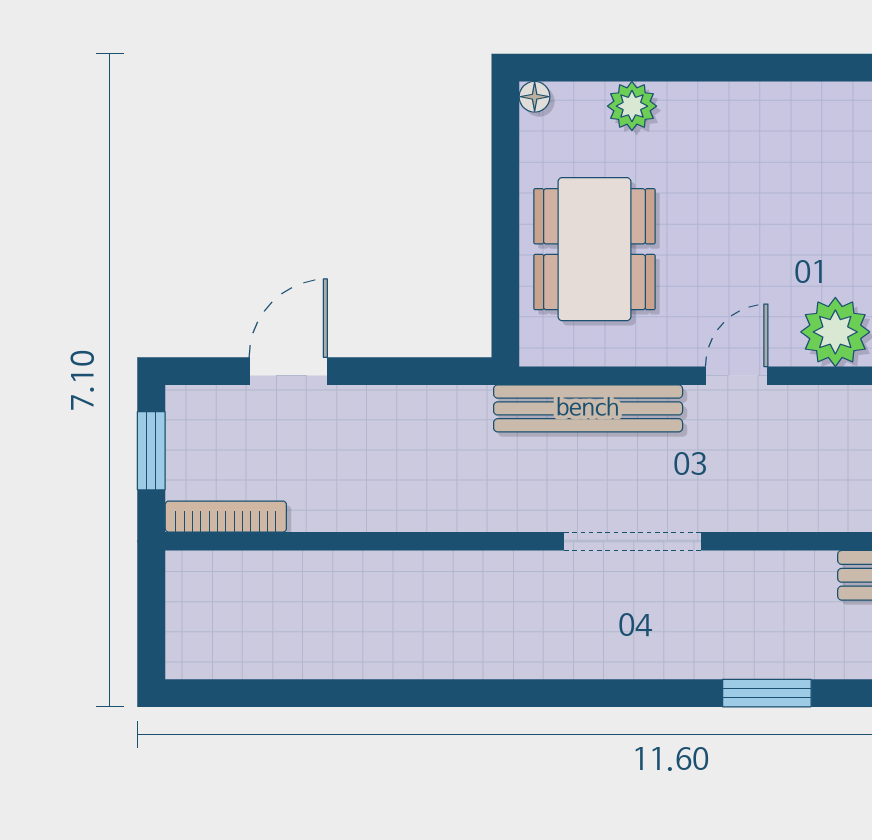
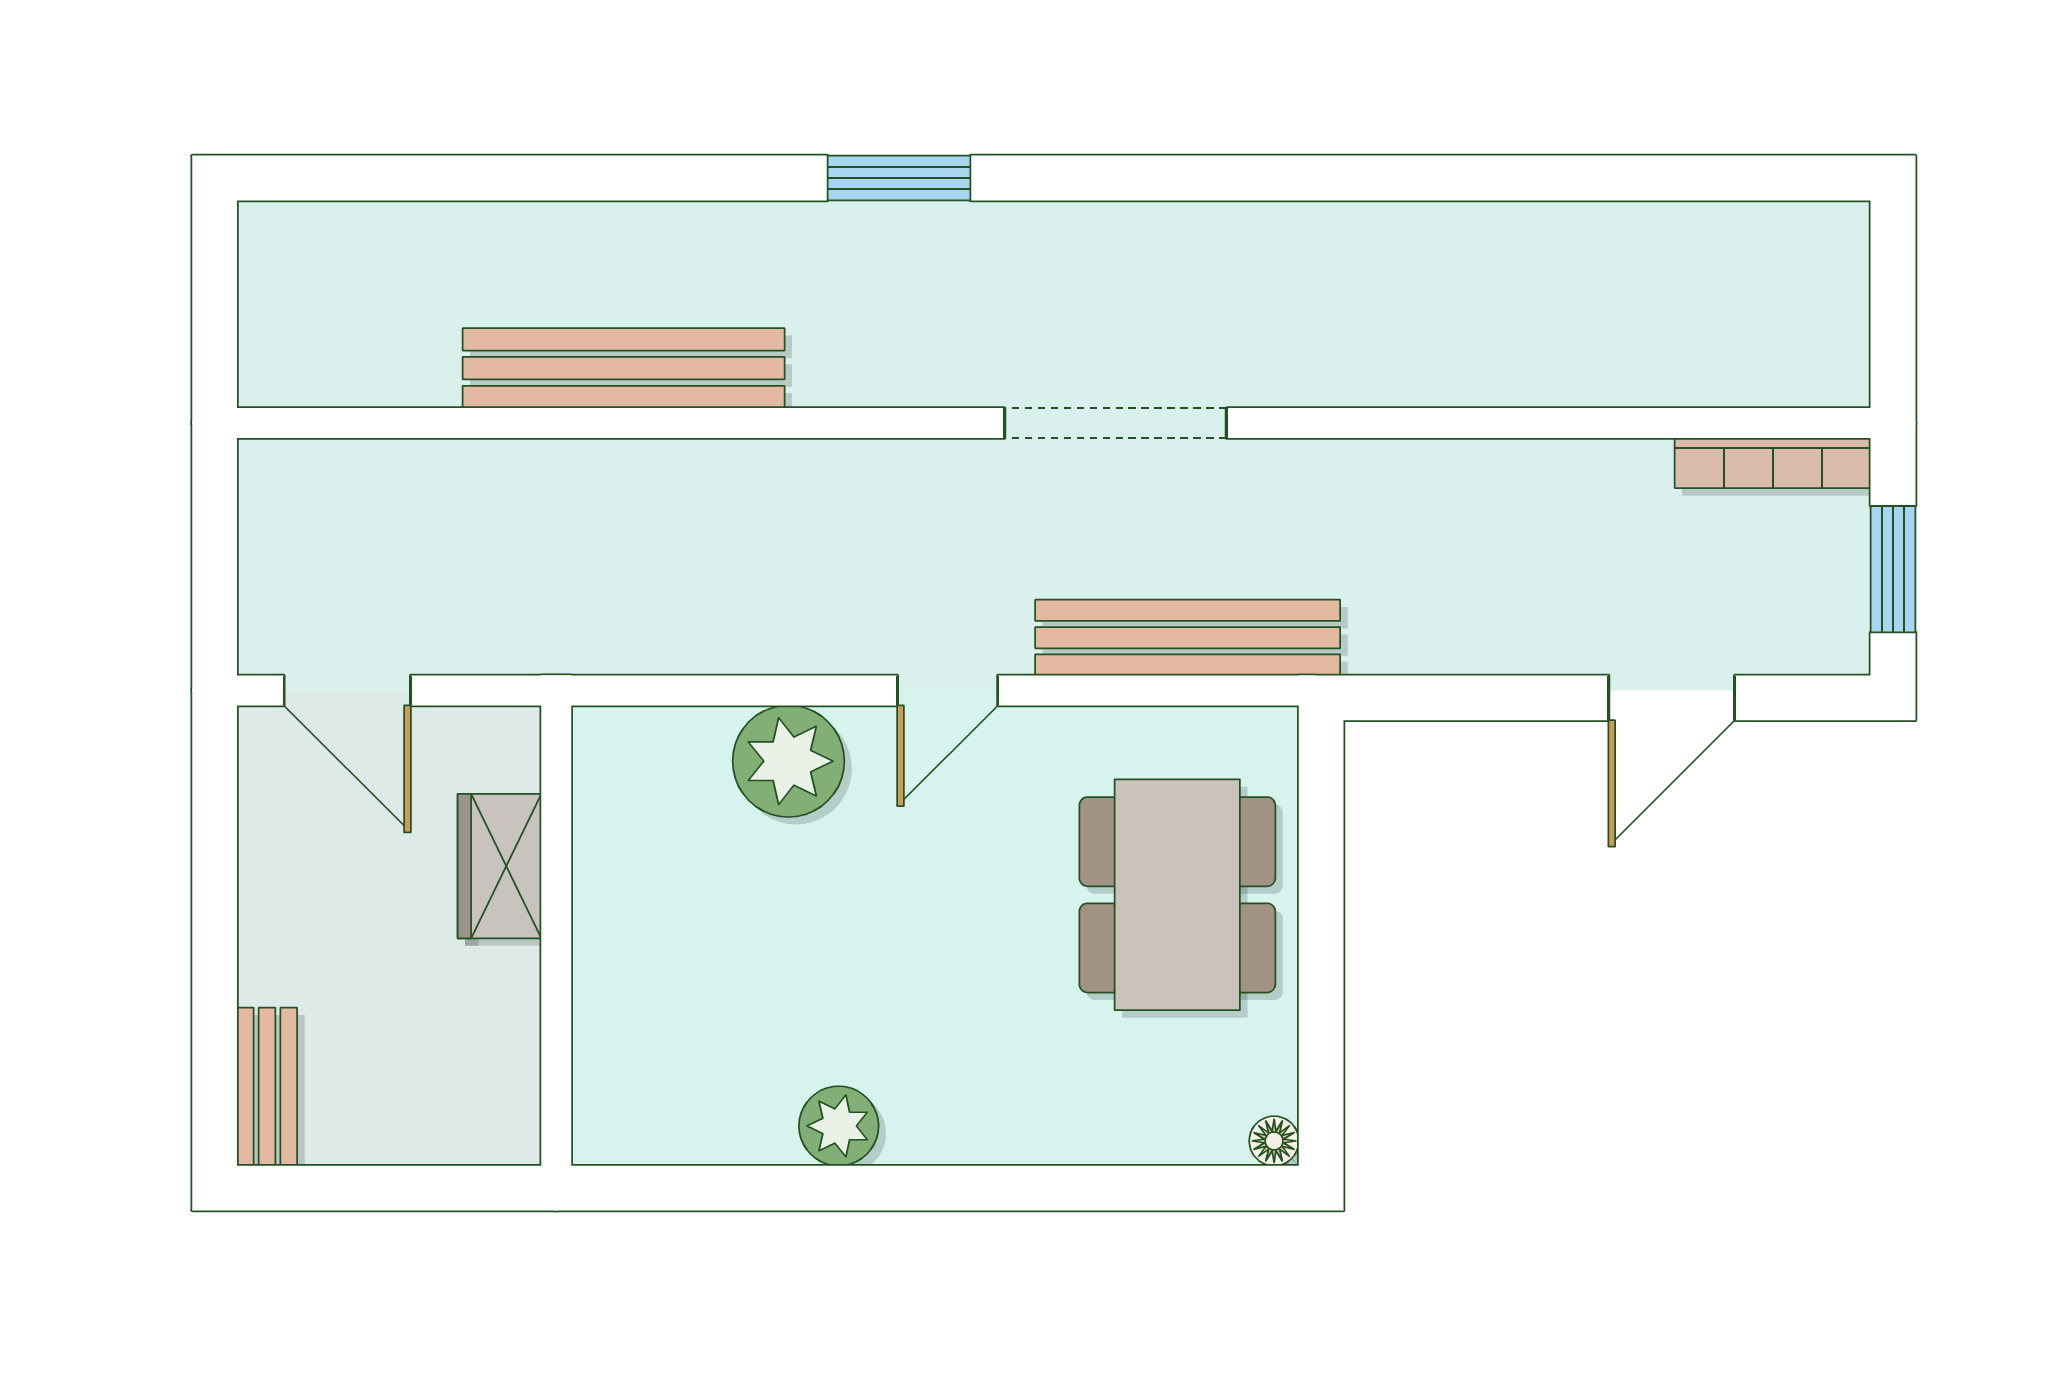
plant: (632, 106) -> (839, 1126), moved

